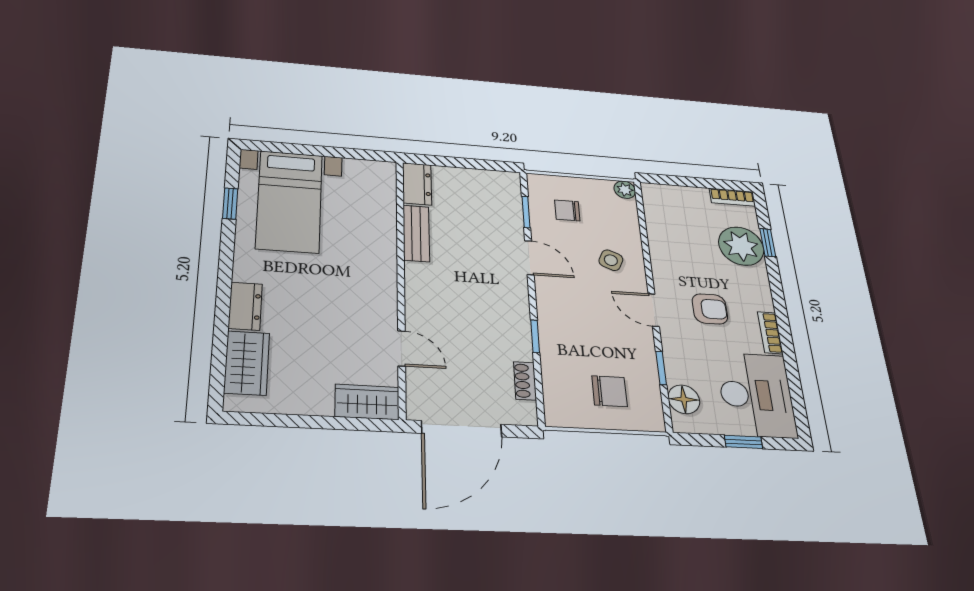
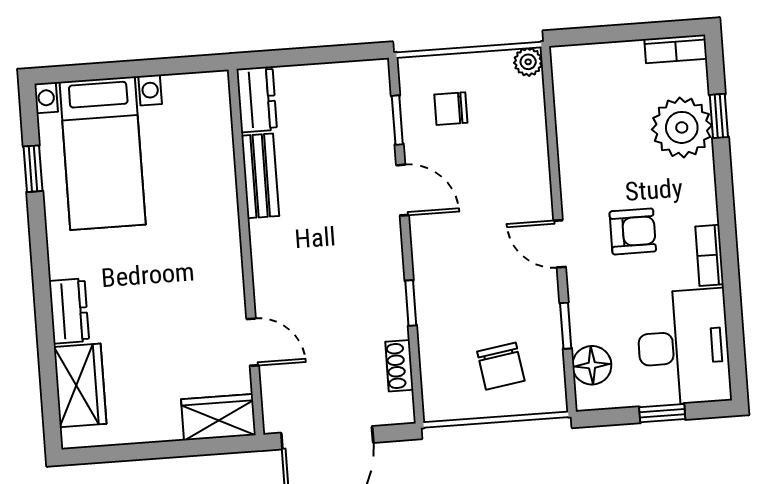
side table: (611, 260) -> (507, 177), removed
chair: (609, 391) -> (501, 366), turned 81

